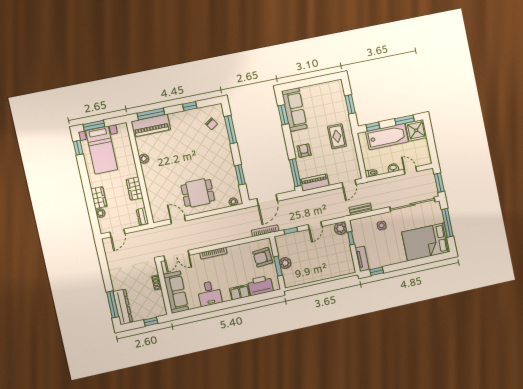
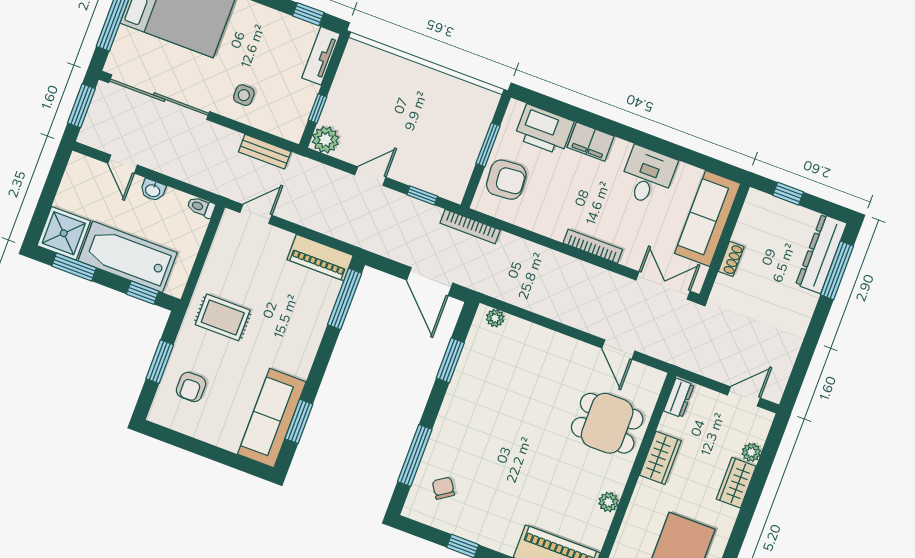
rug: (337, 136) -> (223, 317), turned 90
armchair: (304, 151) -> (191, 387), moved
dining table: (198, 193) -> (607, 423), moved
door: (267, 200) -> (430, 282), swing flipped
plant: (285, 263) -> (471, 142), removed

